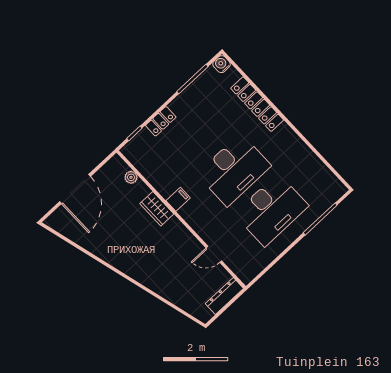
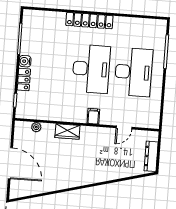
water cooler: (222, 64) -> (25, 61), moved
locker: (257, 104) -> (89, 21), moved
filing cabinet: (178, 199) -> (93, 116), moved
dresser: (224, 296) -> (151, 156), moved

